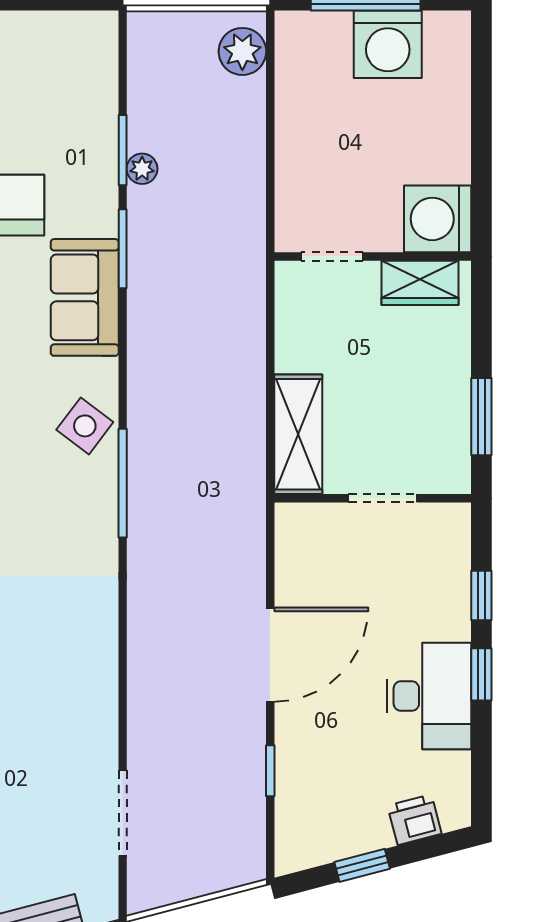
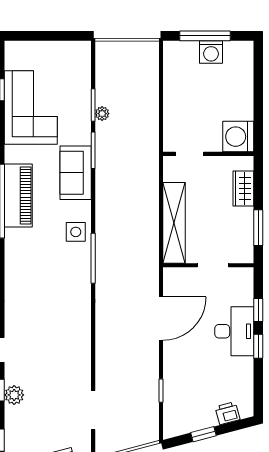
washing machine: (388, 44) -> (211, 52), width x0.73, depth x0.73
plant: (242, 51) -> (148, 60), removed
wardrobe: (420, 283) -> (243, 188), moved, turned 90
side table: (85, 426) -> (76, 232), turned -37
shelving: (298, 434) -> (174, 223), width x1.47
door: (270, 655) -> (161, 319), moved
desk: (429, 696) -> (234, 331), moved

